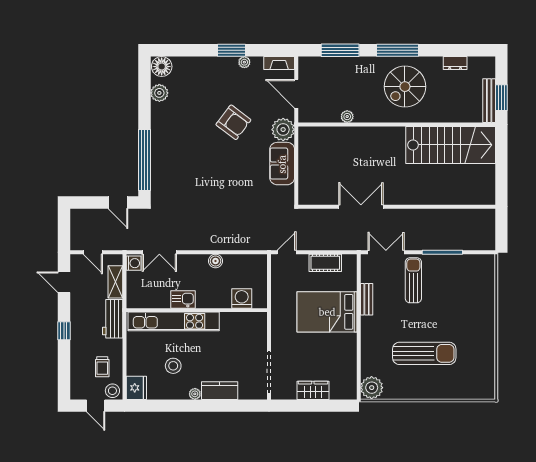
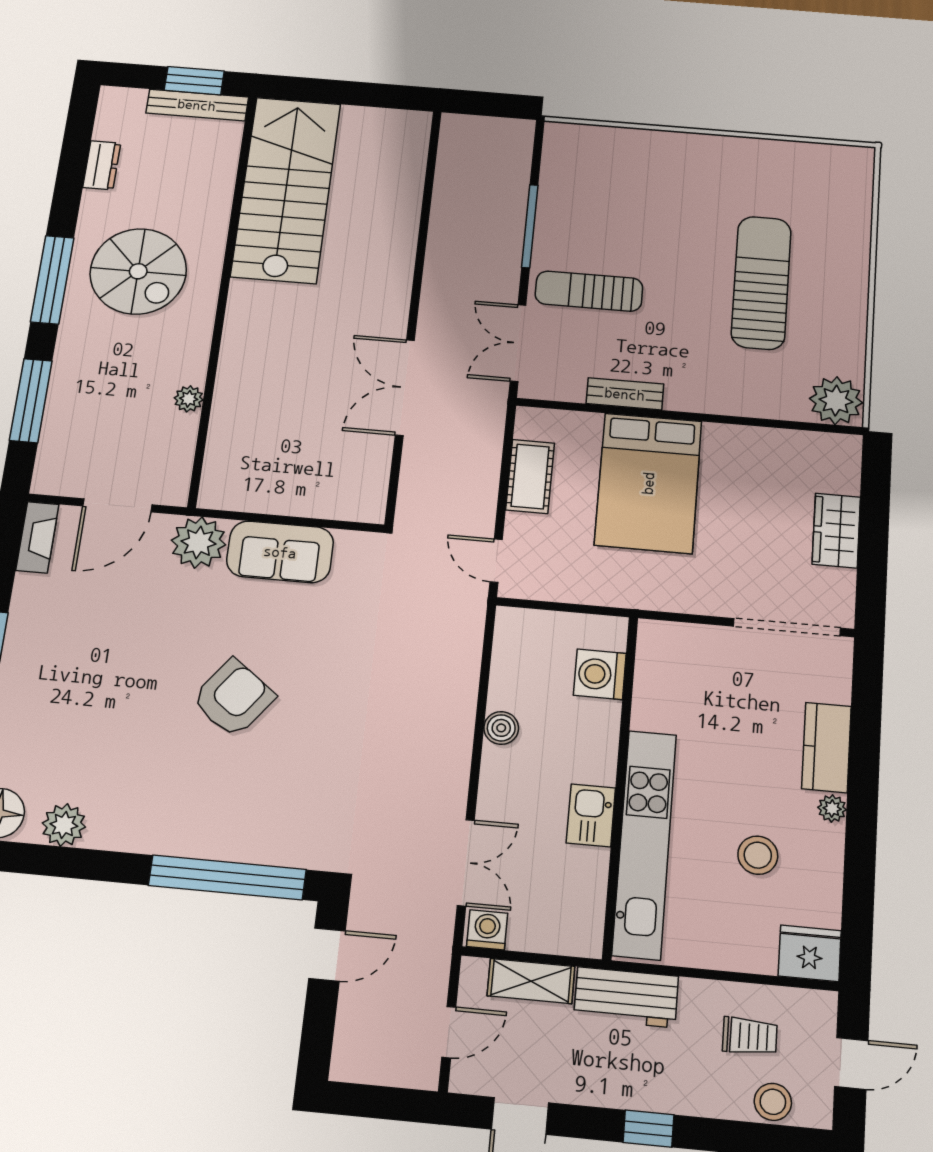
plant: (244, 62) -> (22, 616), removed
armchair: (233, 122) -> (233, 698), moved
stool: (112, 391) -> (773, 1102), moved

